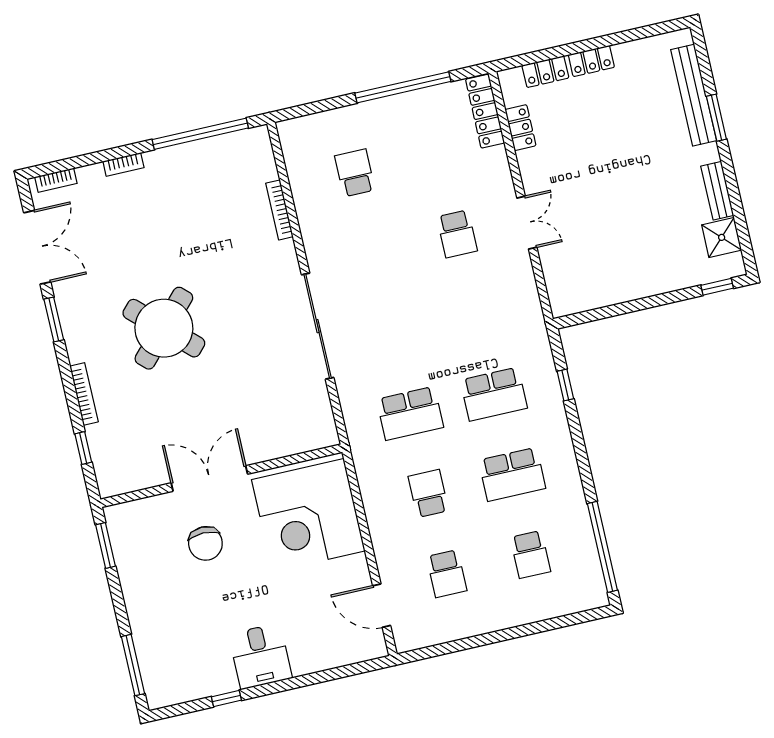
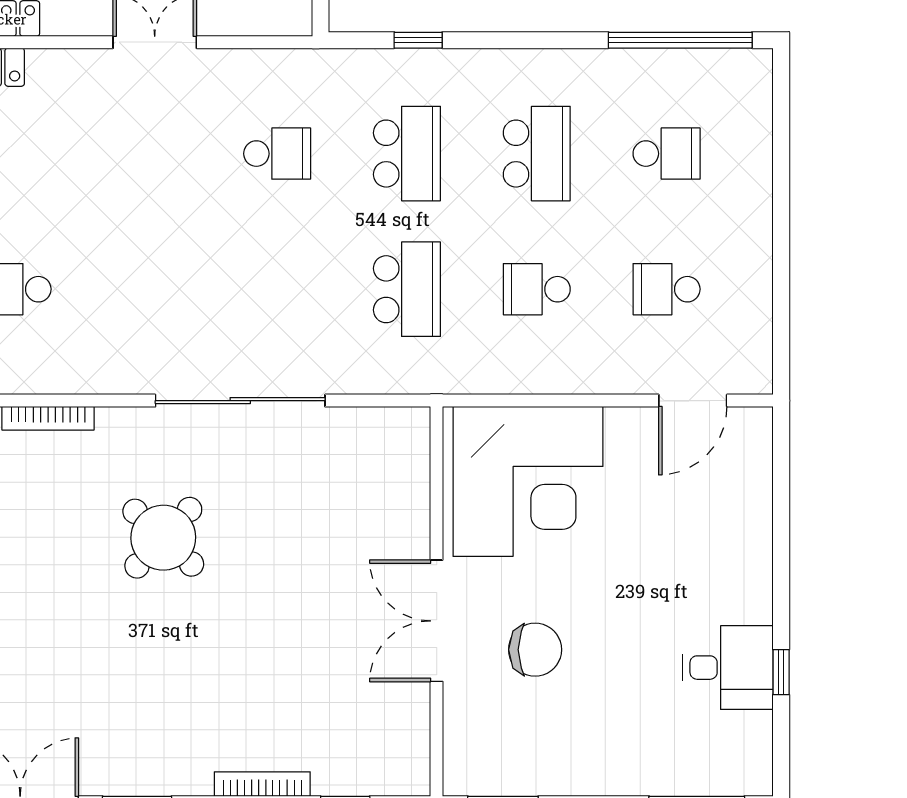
school desk: (457, 234) -> (277, 154), moved
round table: (164, 328) -> (163, 538), moved, width x0.73, depth x0.73
school desk: (447, 574) -> (667, 289), turned 180
desk: (260, 656) -> (728, 668), moved

